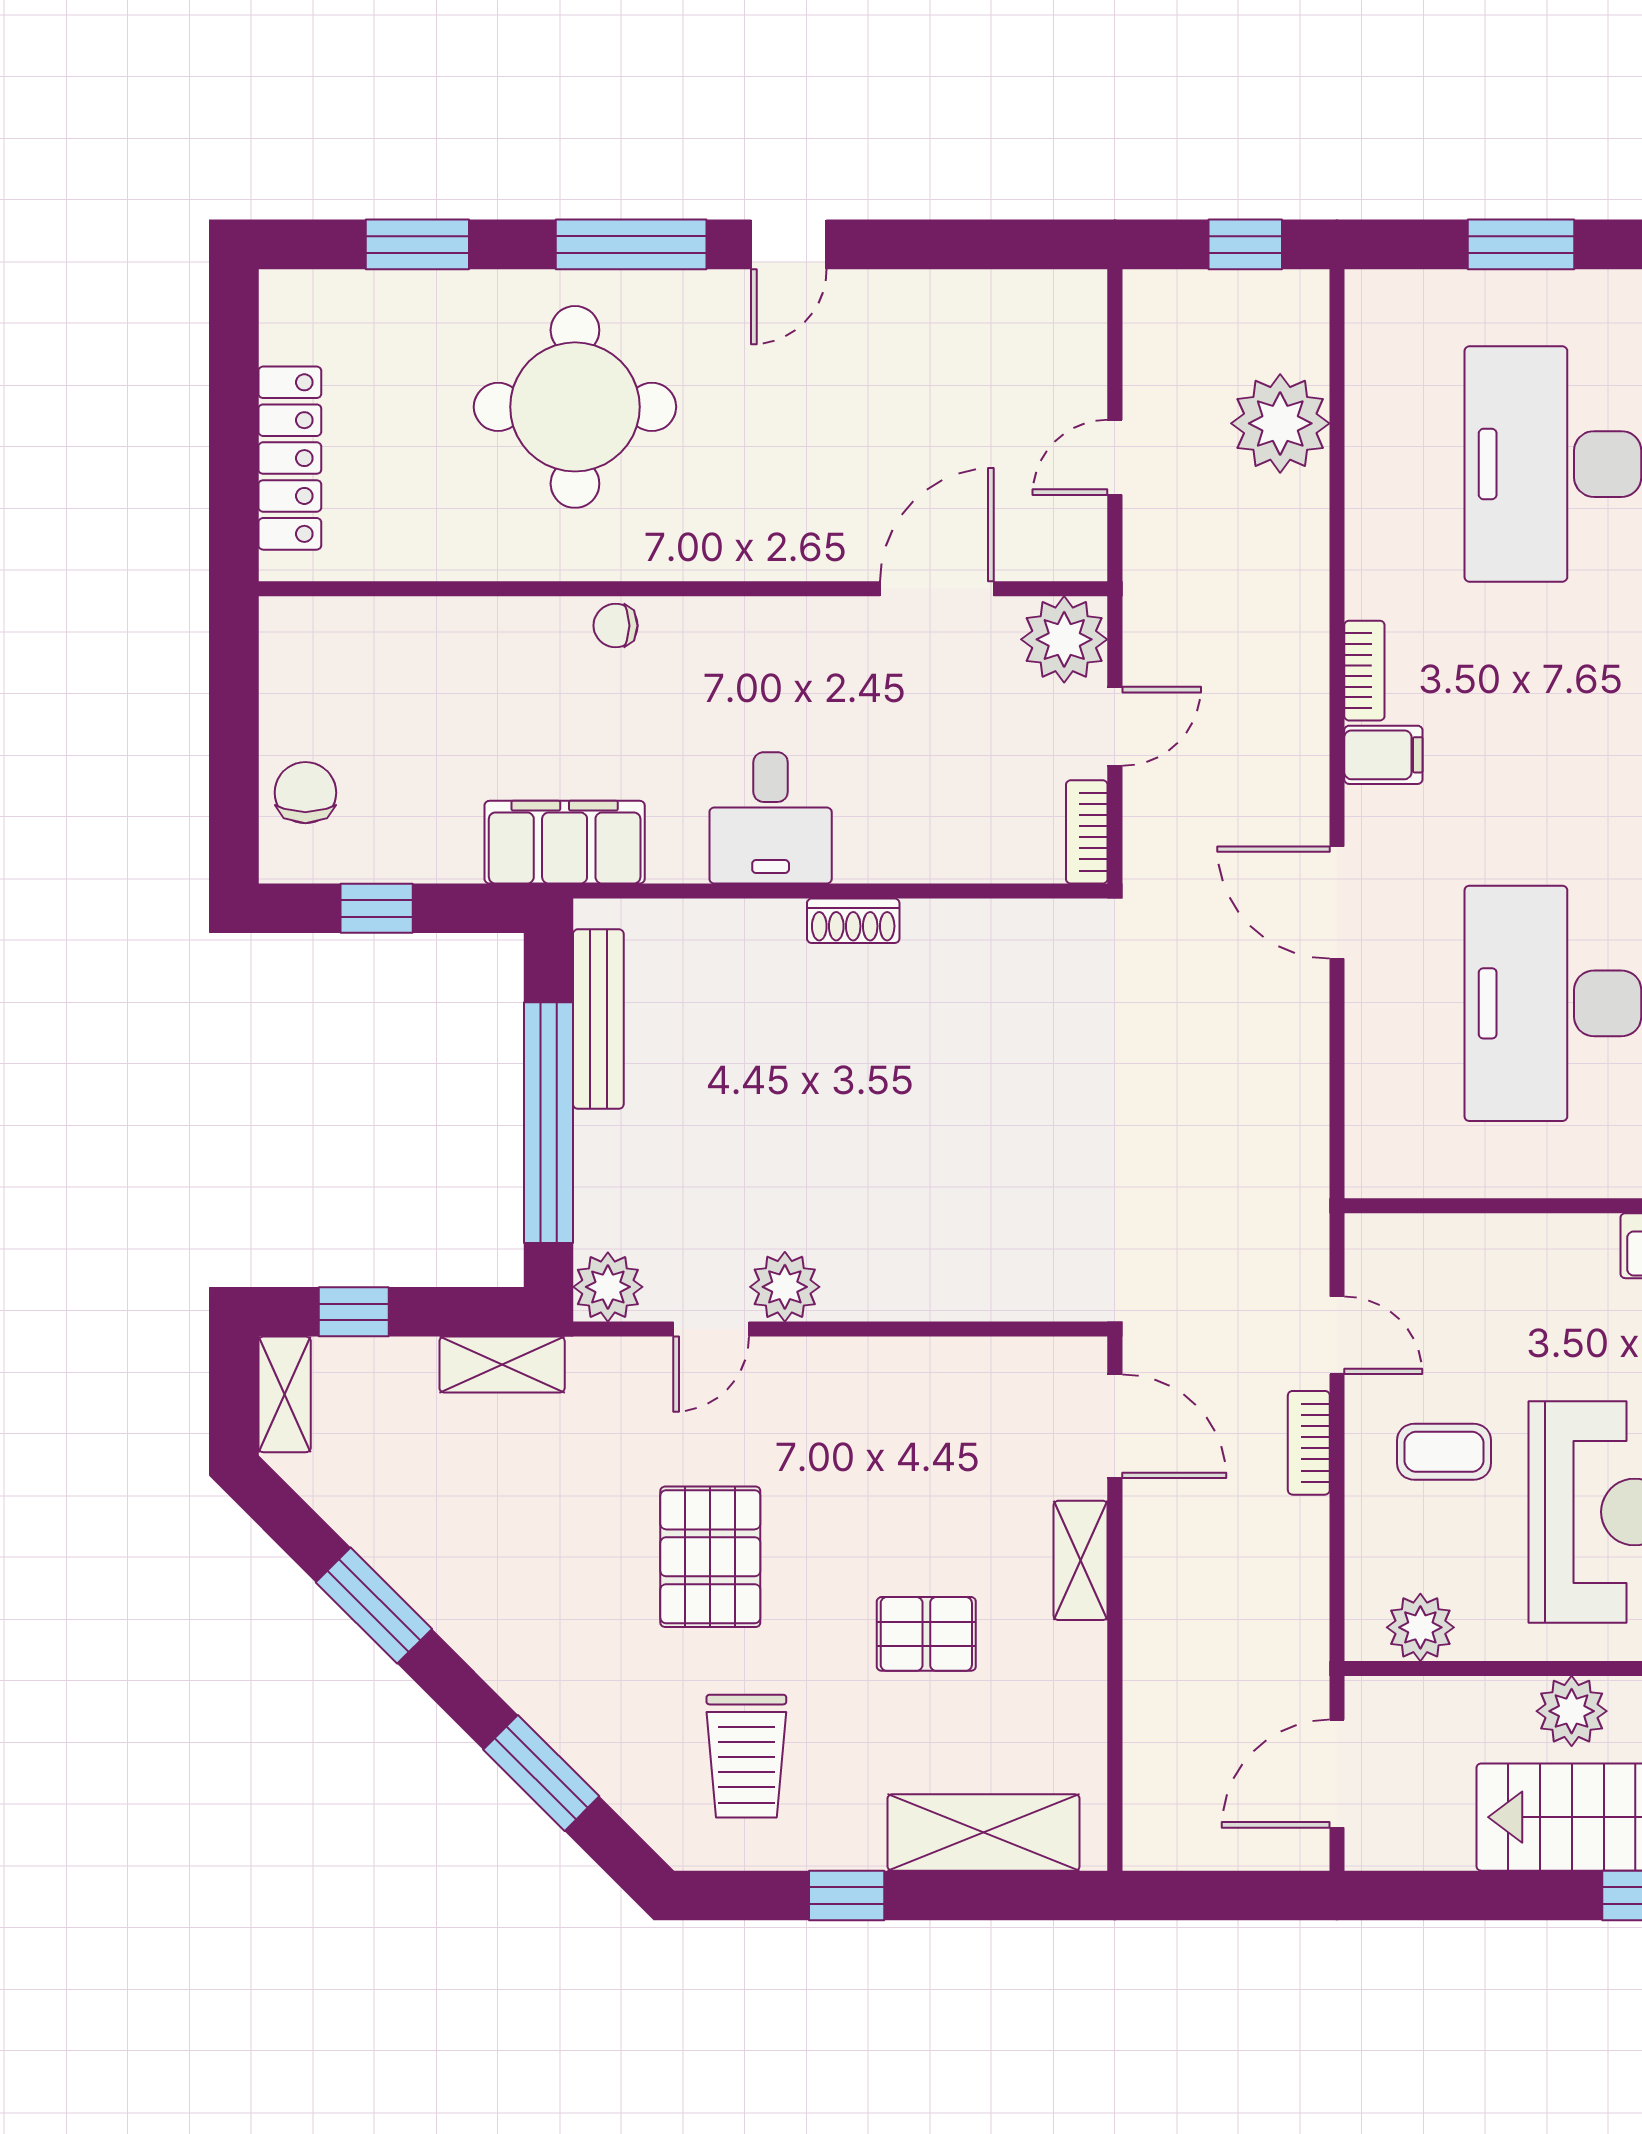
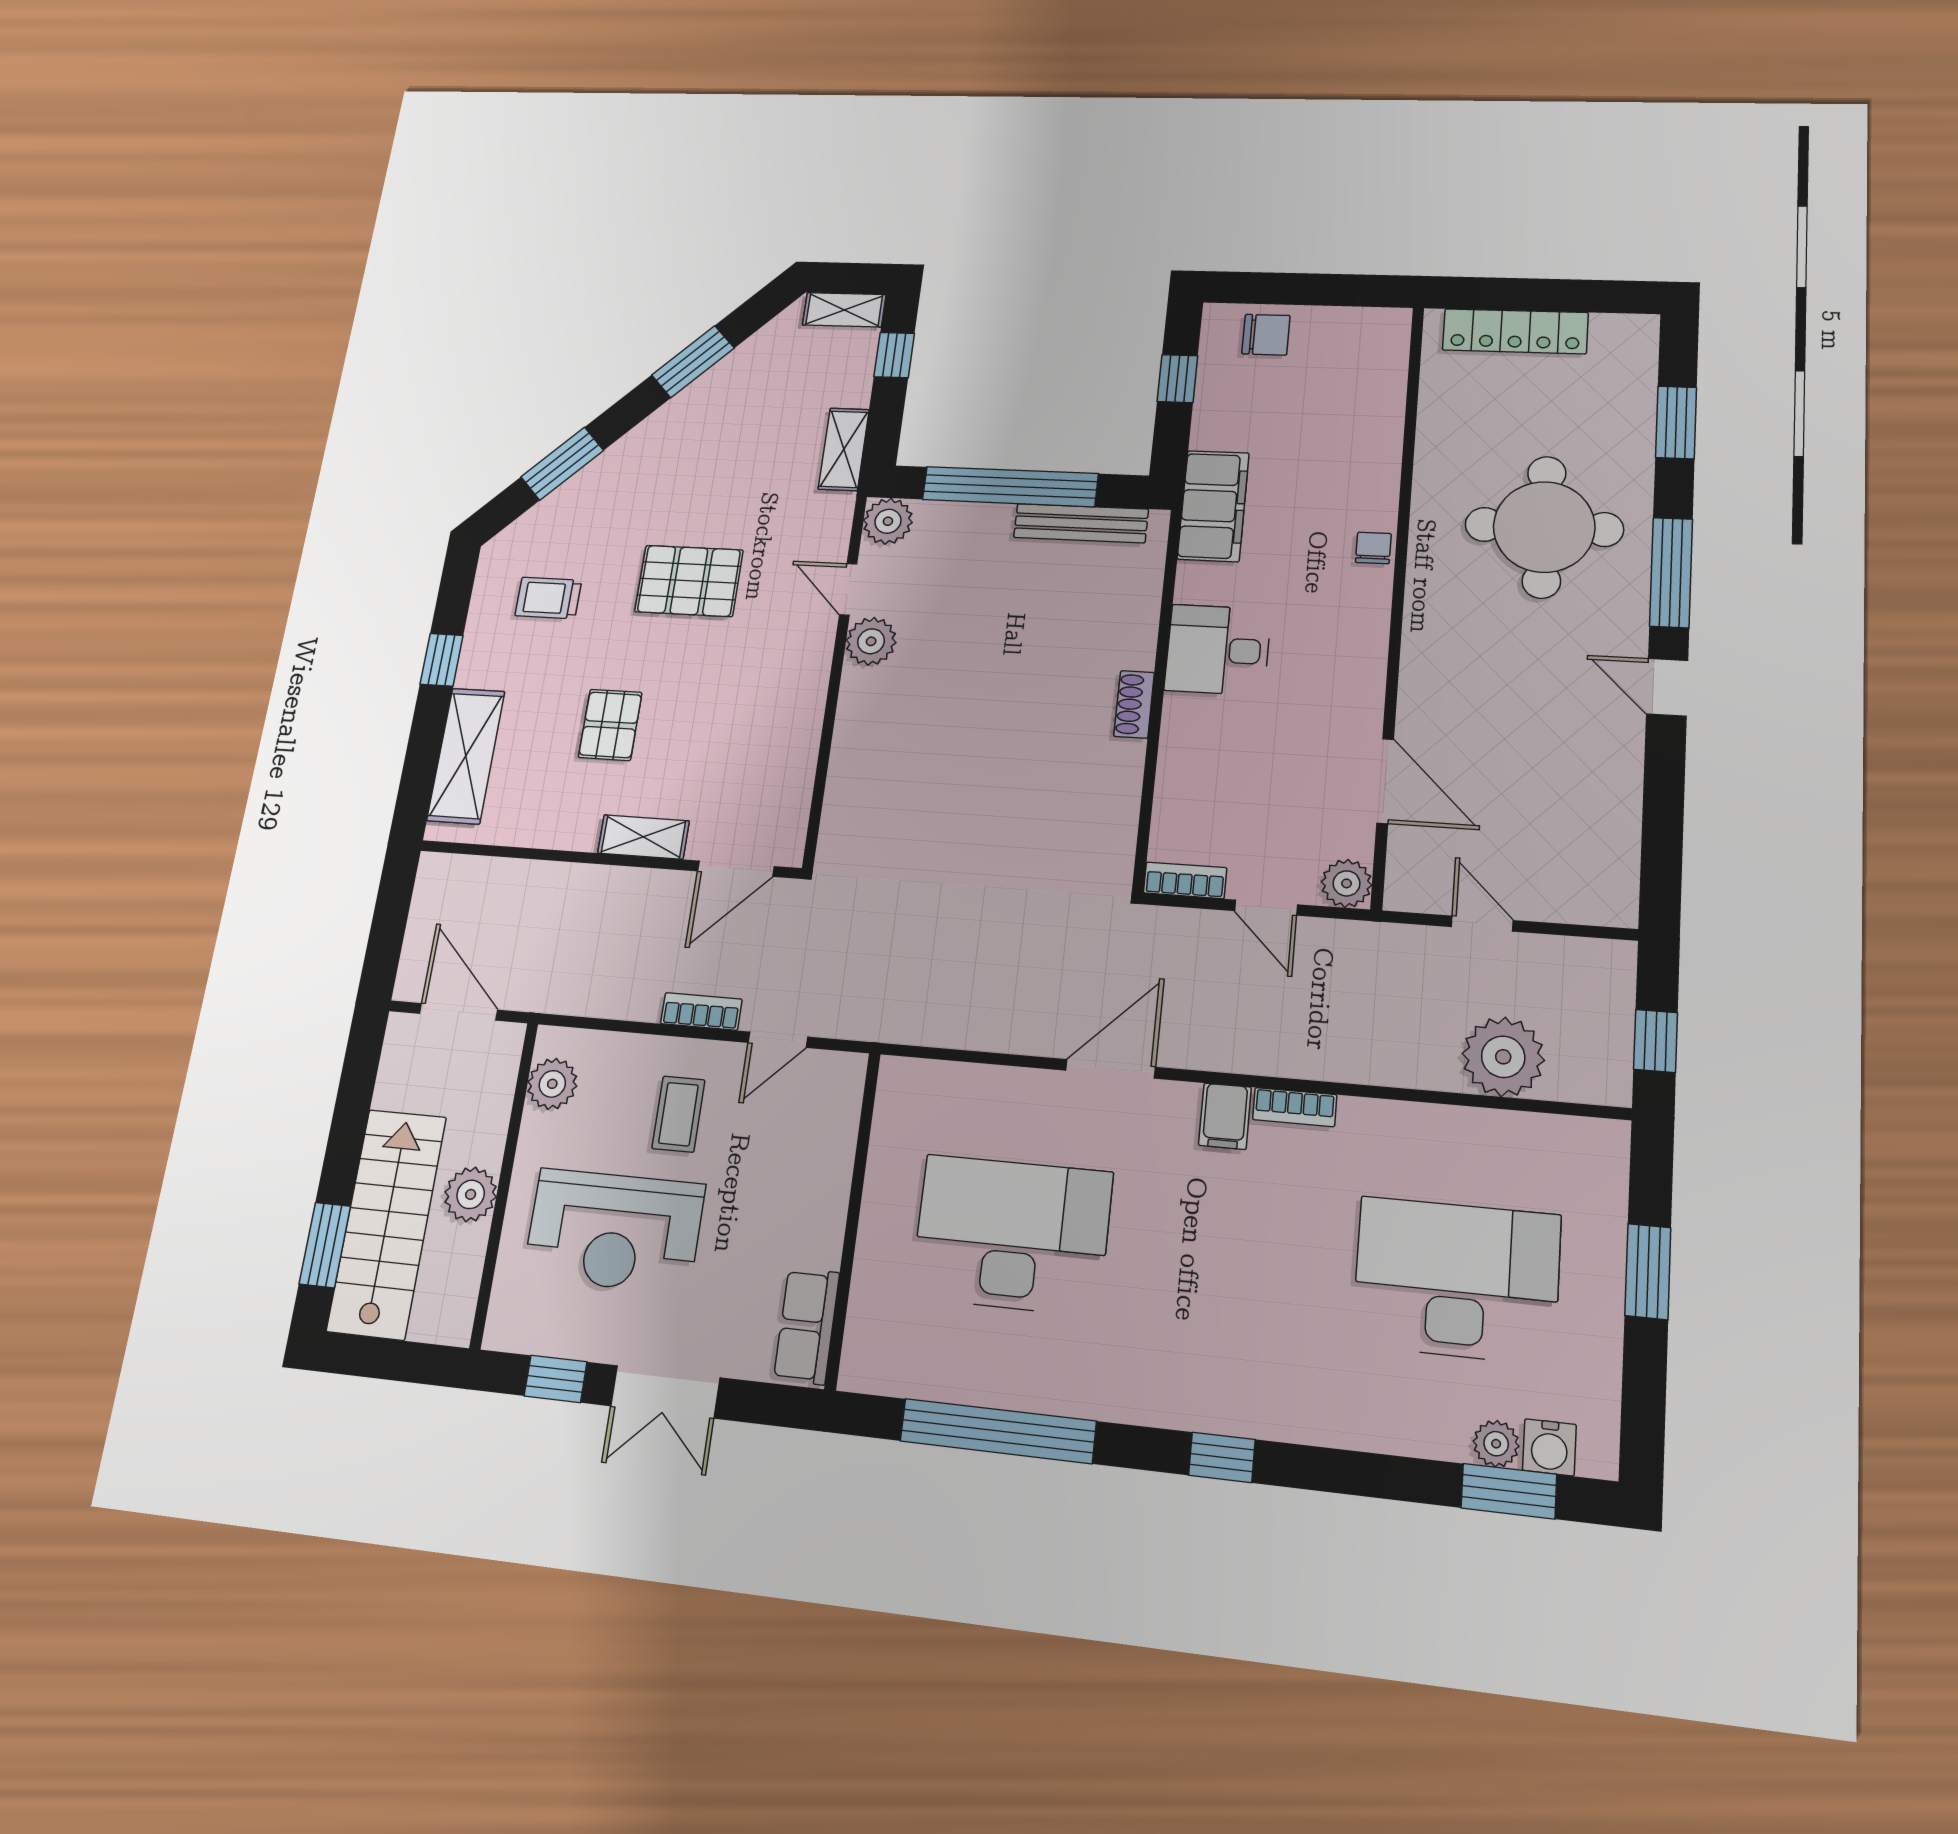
plant: (1064, 639) -> (1347, 883), width x0.73, depth x0.73
trolley: (746, 1756) -> (548, 598), width x0.73, depth x0.72

